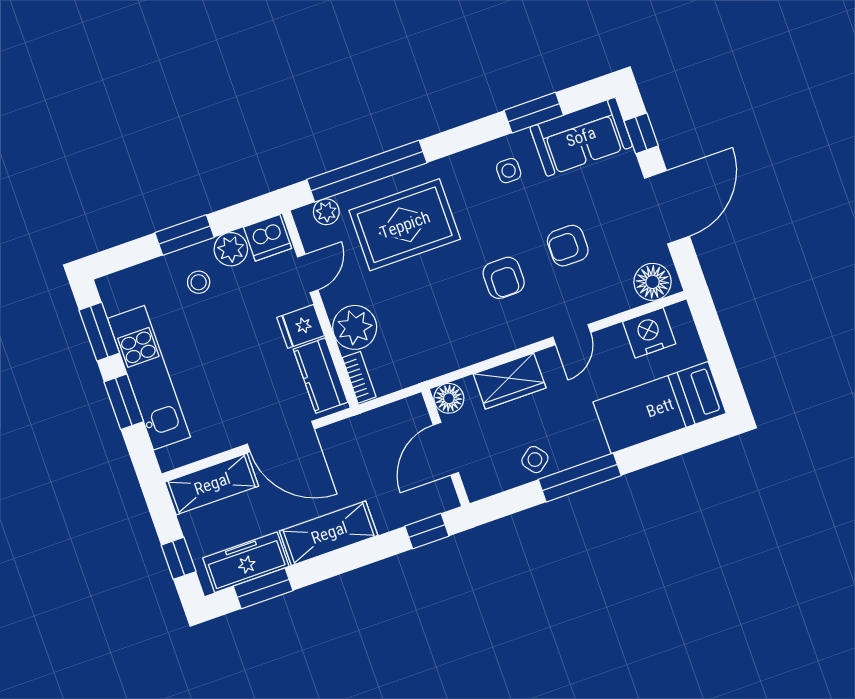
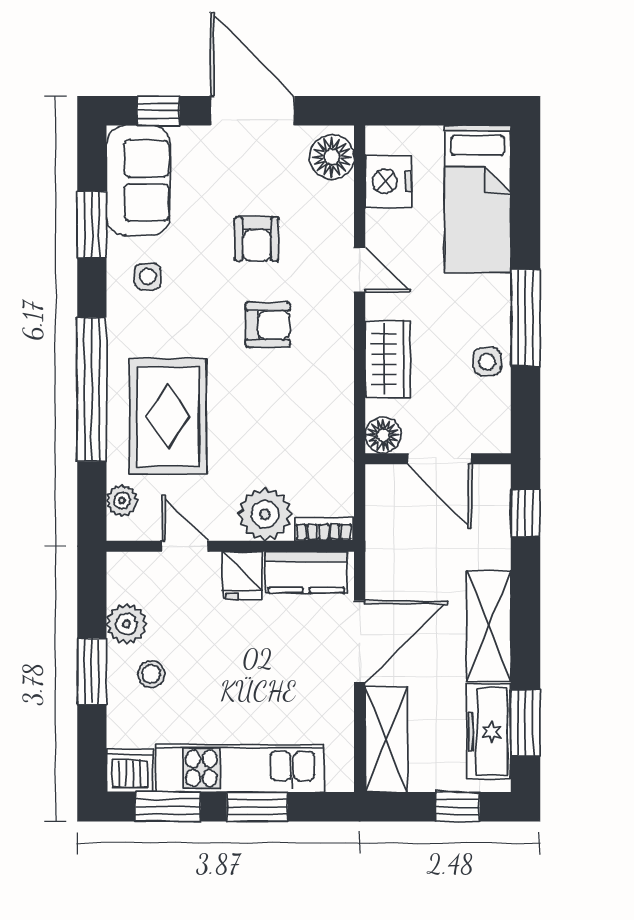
window: (367, 171) -> (92, 389), moved
dishwasher: (268, 238) -> (130, 770), moved, turned -90
side table: (535, 460) -> (487, 362), turned 38

